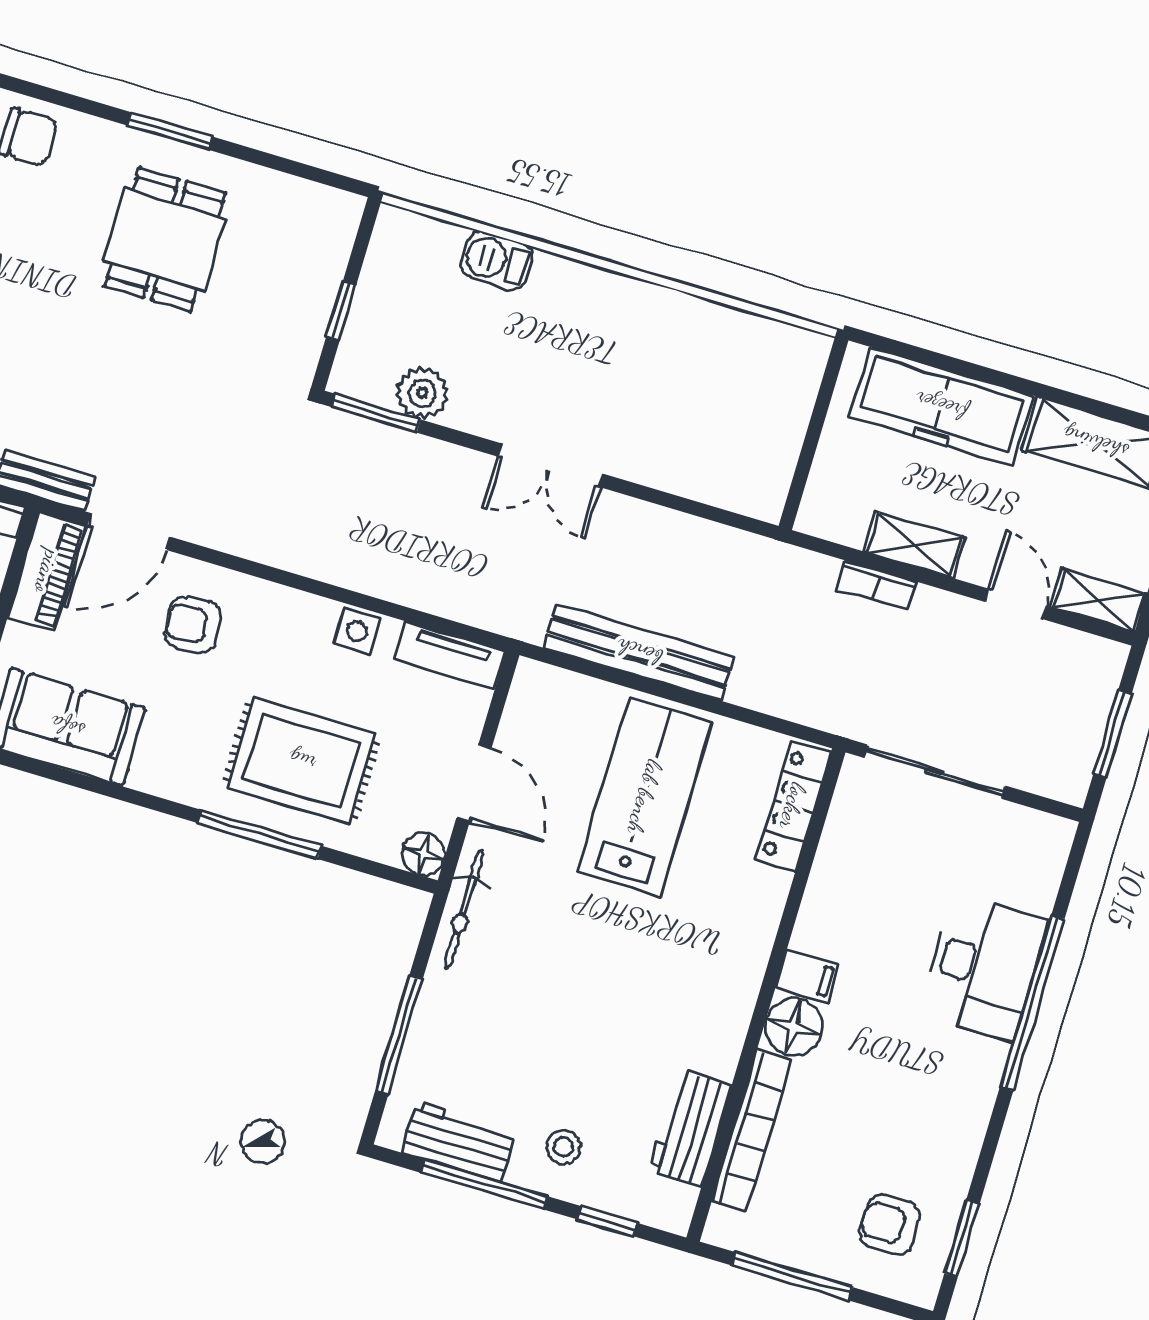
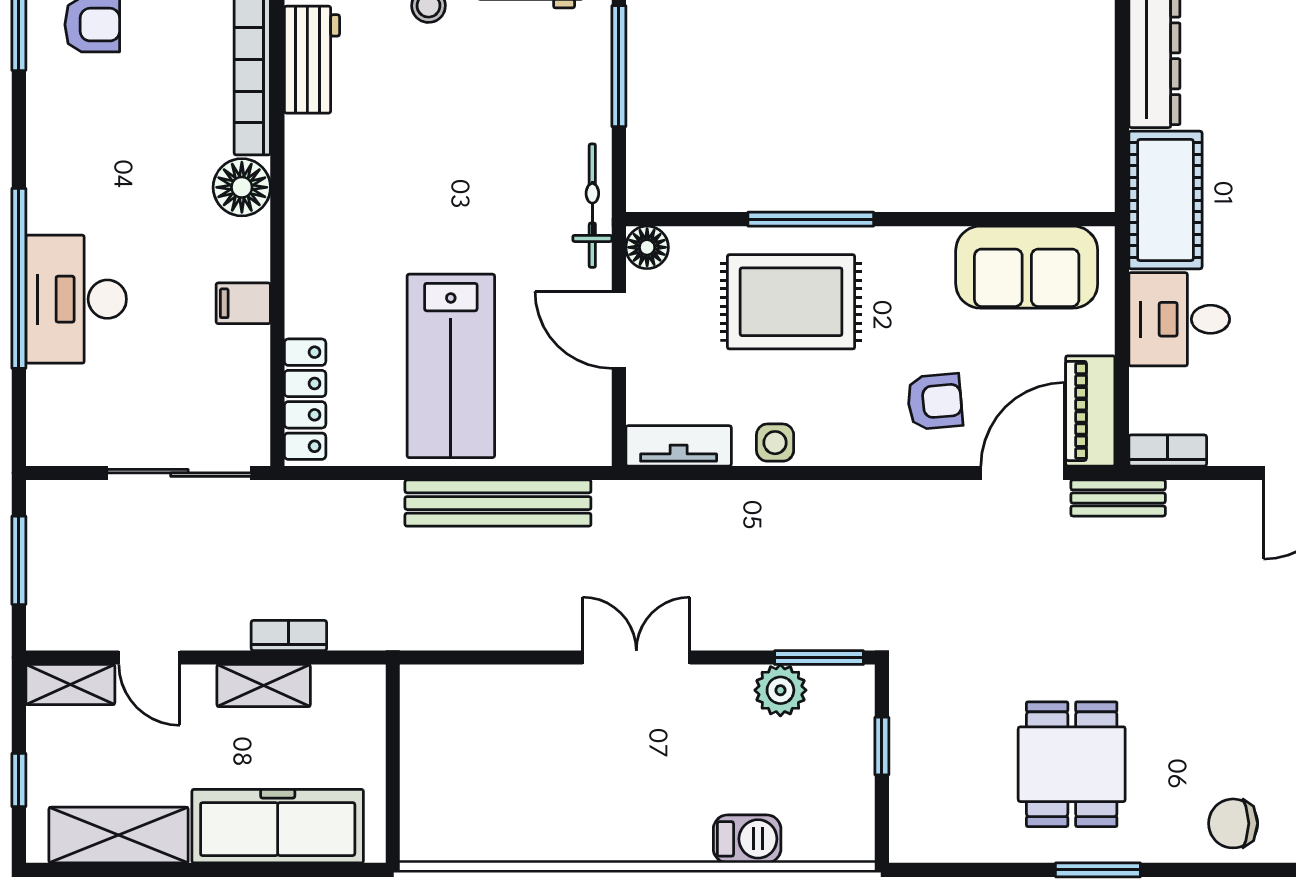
filing cabinet: (807, 976) -> (243, 303), moved

